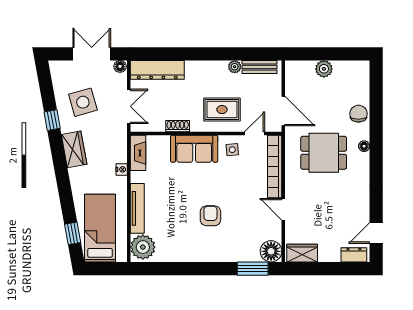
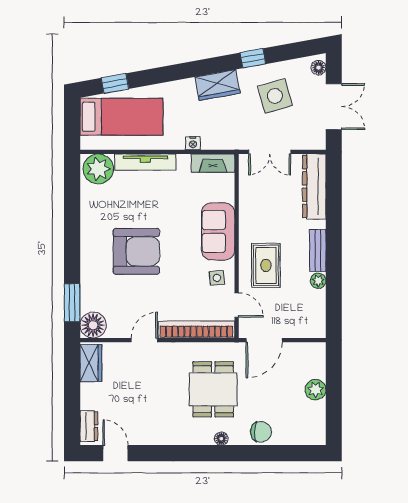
floor lamp: (120, 66) -> (318, 68), moved
bench: (260, 67) -> (318, 250), moved
shoe rack: (178, 126) -> (246, 211), removed
armchair: (210, 216) -> (136, 251), width x1.88, depth x1.88

